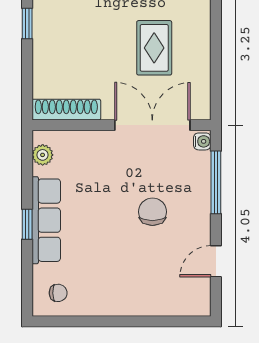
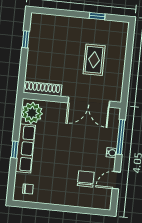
double door: (152, 125) -> (89, 102), swing flipped
water cooler: (202, 141) -> (111, 153), moved
plant: (43, 155) -> (32, 113), width x1.87, depth x1.87
chair: (152, 212) -> (86, 179), moved

